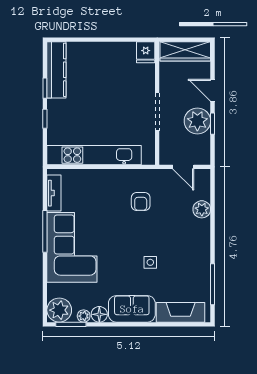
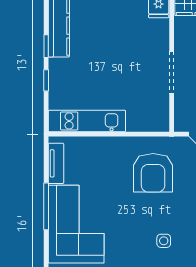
kitchen unit: (94, 155) -> (87, 121), width x0.73
armchair: (141, 202) -> (153, 173), width x1.88, depth x1.88

